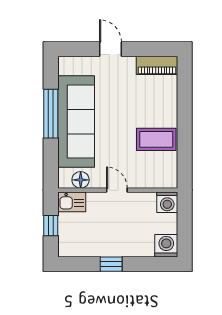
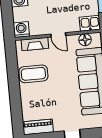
fireplace: (150, 180) -> (35, 44), added

